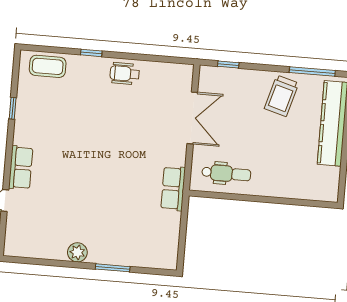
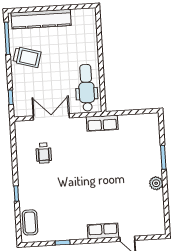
wheelchair: (125, 74) -> (44, 153), moved
dental chair: (226, 174) -> (86, 88), width x1.36, depth x1.38

